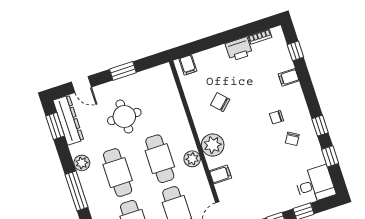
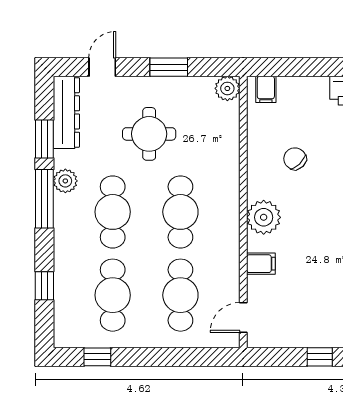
door: (81, 85) -> (102, 67), swing flipped
window: (55, 126) -> (44, 139), moved
plant: (192, 159) -> (227, 88), moved
window: (76, 191) -> (44, 199), moved

